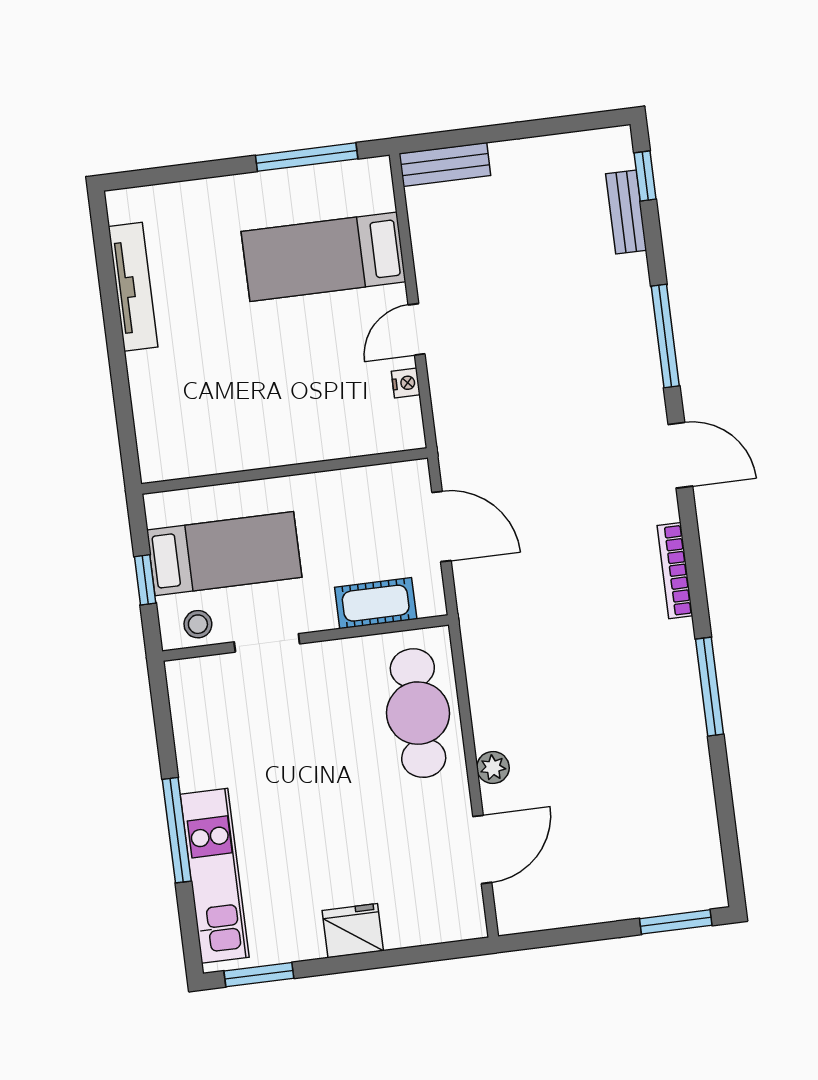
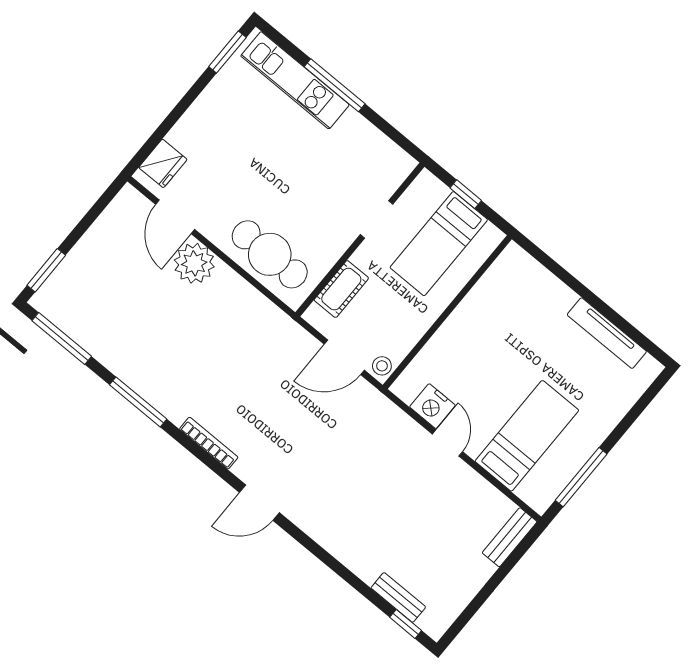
window: (665, 336) -> (62, 338), moved
nightstand: (406, 383) -> (432, 406), width x1.89, depth x1.79
stool: (198, 624) -> (382, 366), moved
plant: (493, 767) -> (194, 263), width x1.88, depth x1.88
fridge: (353, 931) -> (163, 163), moved

